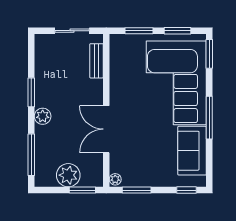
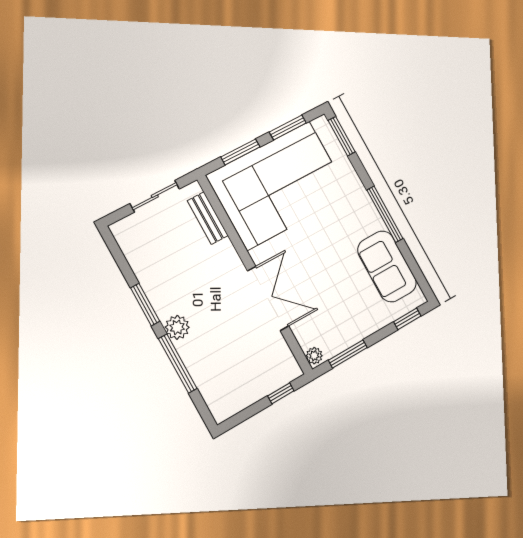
corner sofa: (176, 83) -> (279, 185), moved, turned -90
double door: (106, 129) -> (268, 299), swing flipped
window: (31, 155) -> (178, 364), moved
plant: (68, 175) -> (252, 385), removed
window: (82, 190) -> (281, 393), width x0.67

